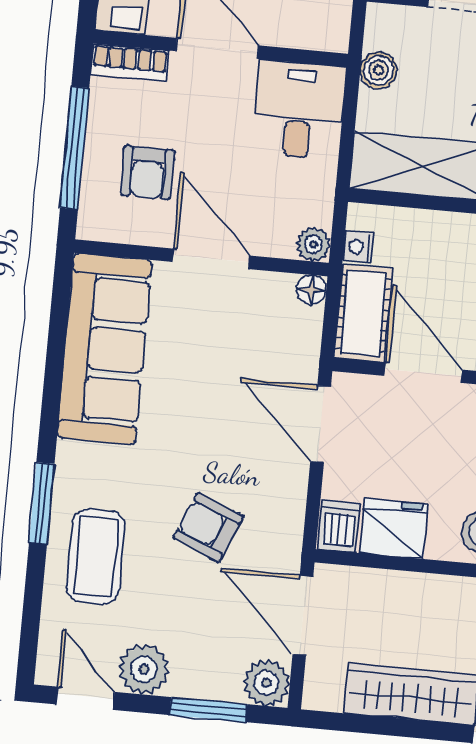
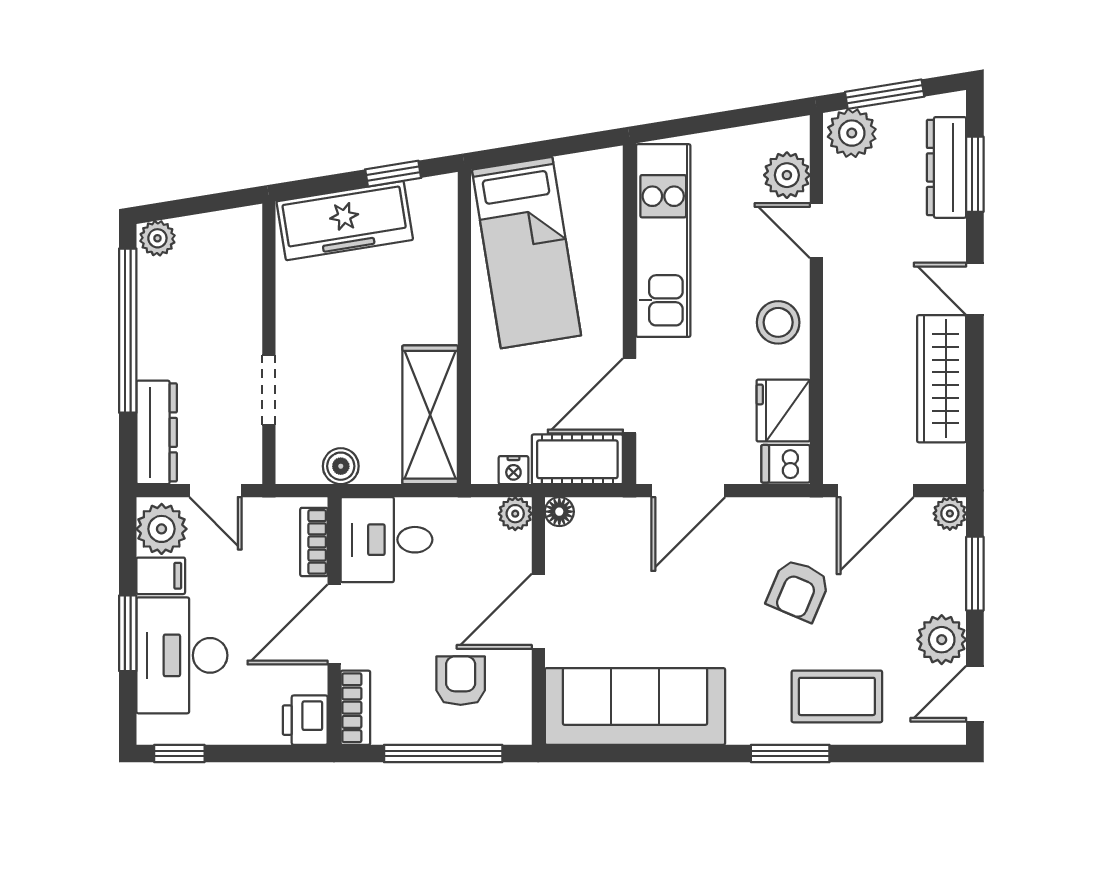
bookcase: (304, 35) -> (314, 542), added
armchair: (148, 173) -> (461, 681), turned -90
plant: (267, 683) -> (950, 513), width x0.73, depth x0.73

